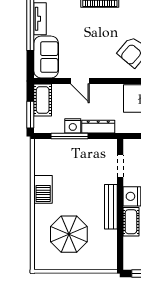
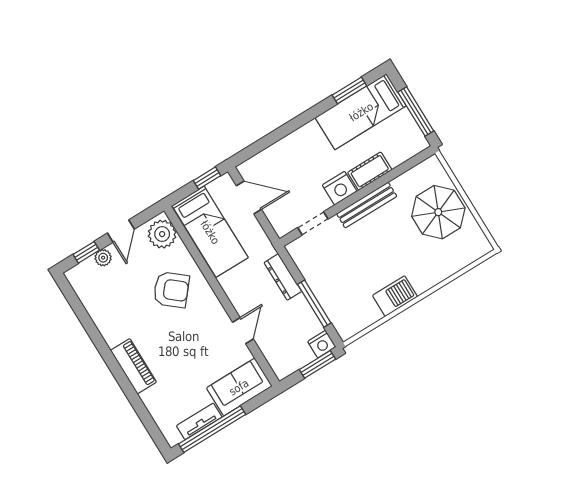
cot: (43, 100) -> (292, 360), removed
nightstand: (73, 126) -> (322, 344), moved, turned 90
parasol: (69, 234) -> (438, 212), moved

